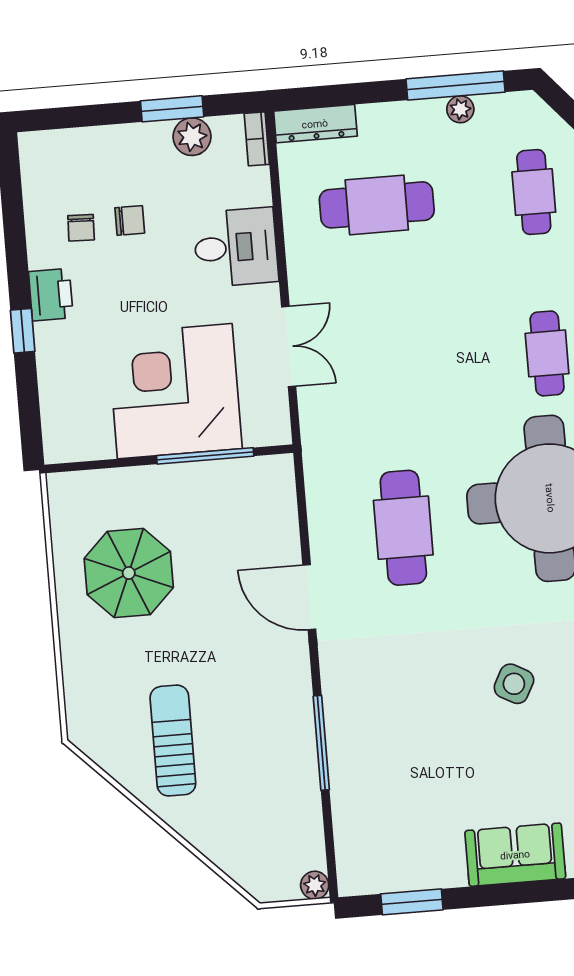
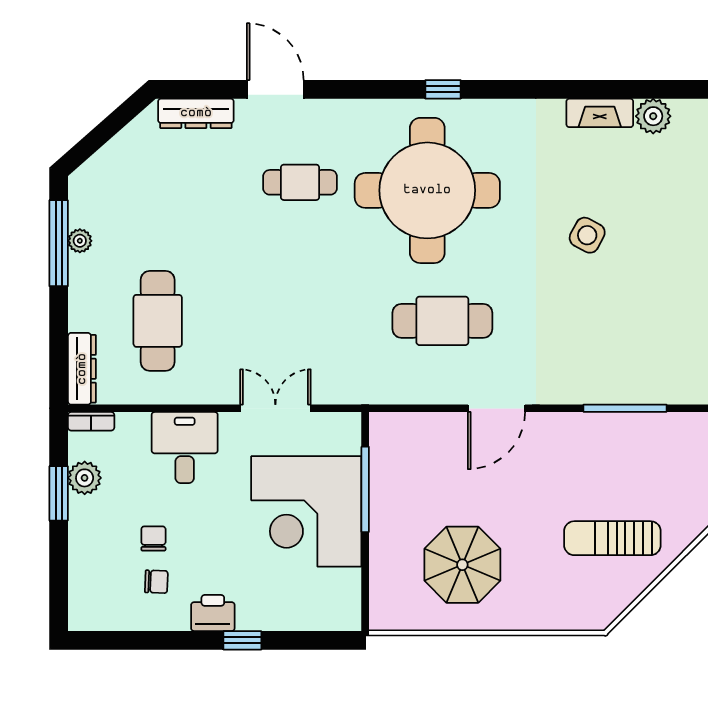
cafe table: (534, 192) -> (158, 182), removed

